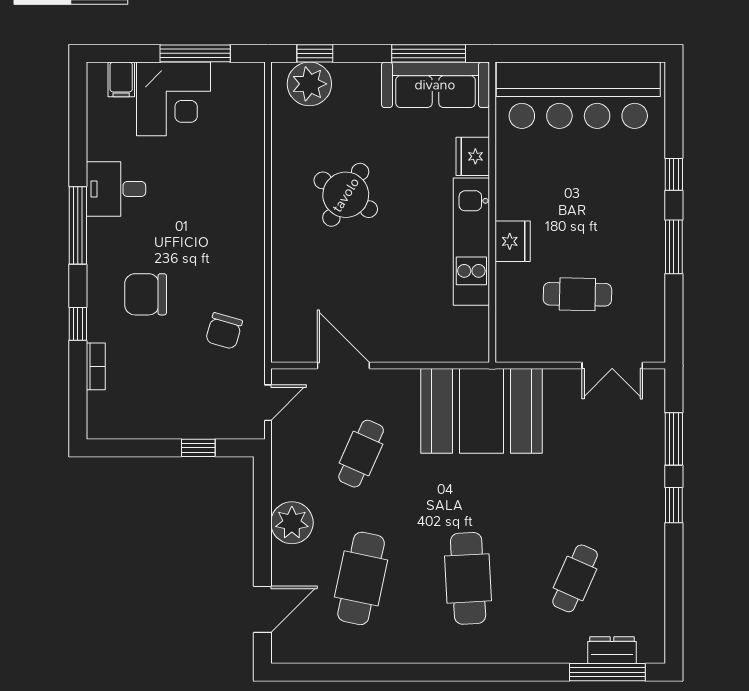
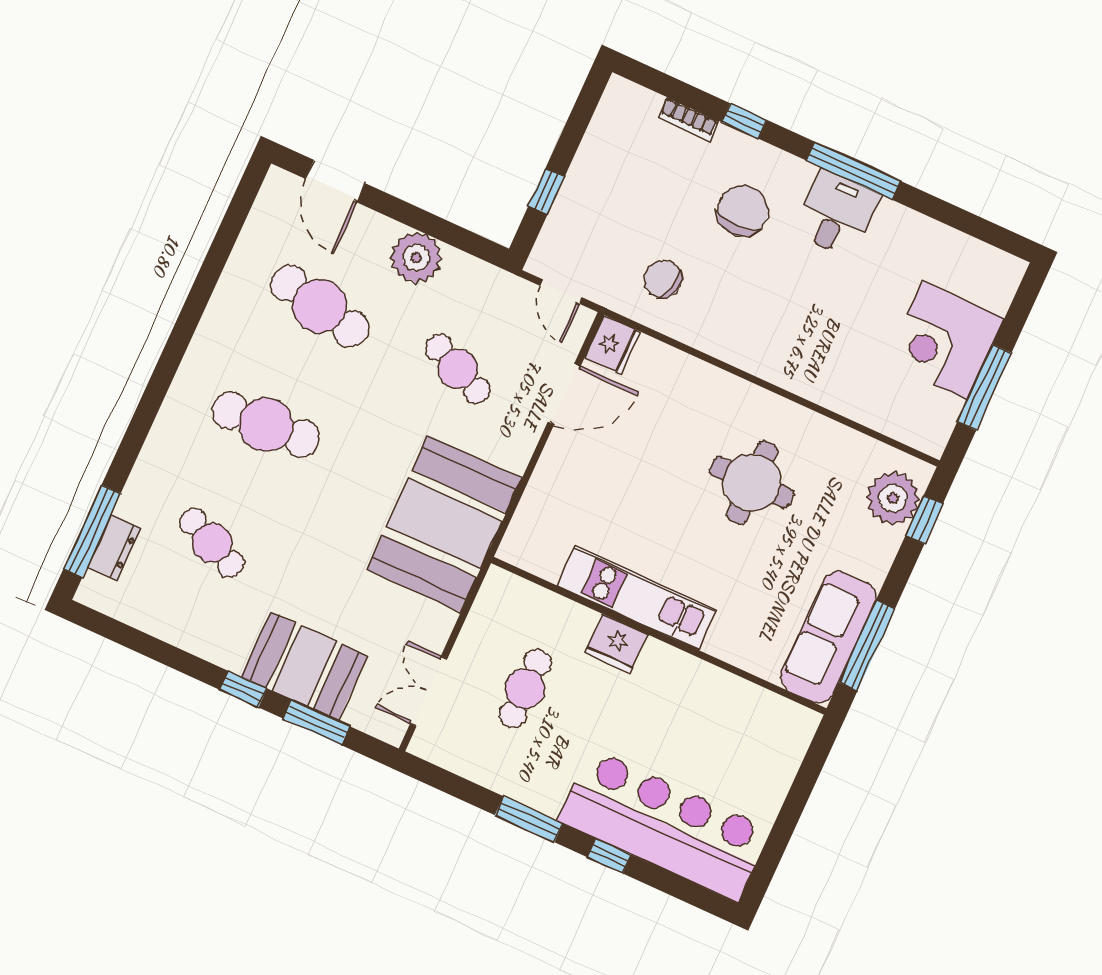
filing cabinet: (121, 79) -> (993, 292), removed
bar counter: (578, 95) -> (664, 825), moved, turned 90
fridge: (473, 156) -> (613, 345), moved, turned 90
desk: (116, 189) -> (836, 214), moved
round table: (346, 195) -> (752, 483), turned -32
booth: (636, 467) -> (304, 666), added

